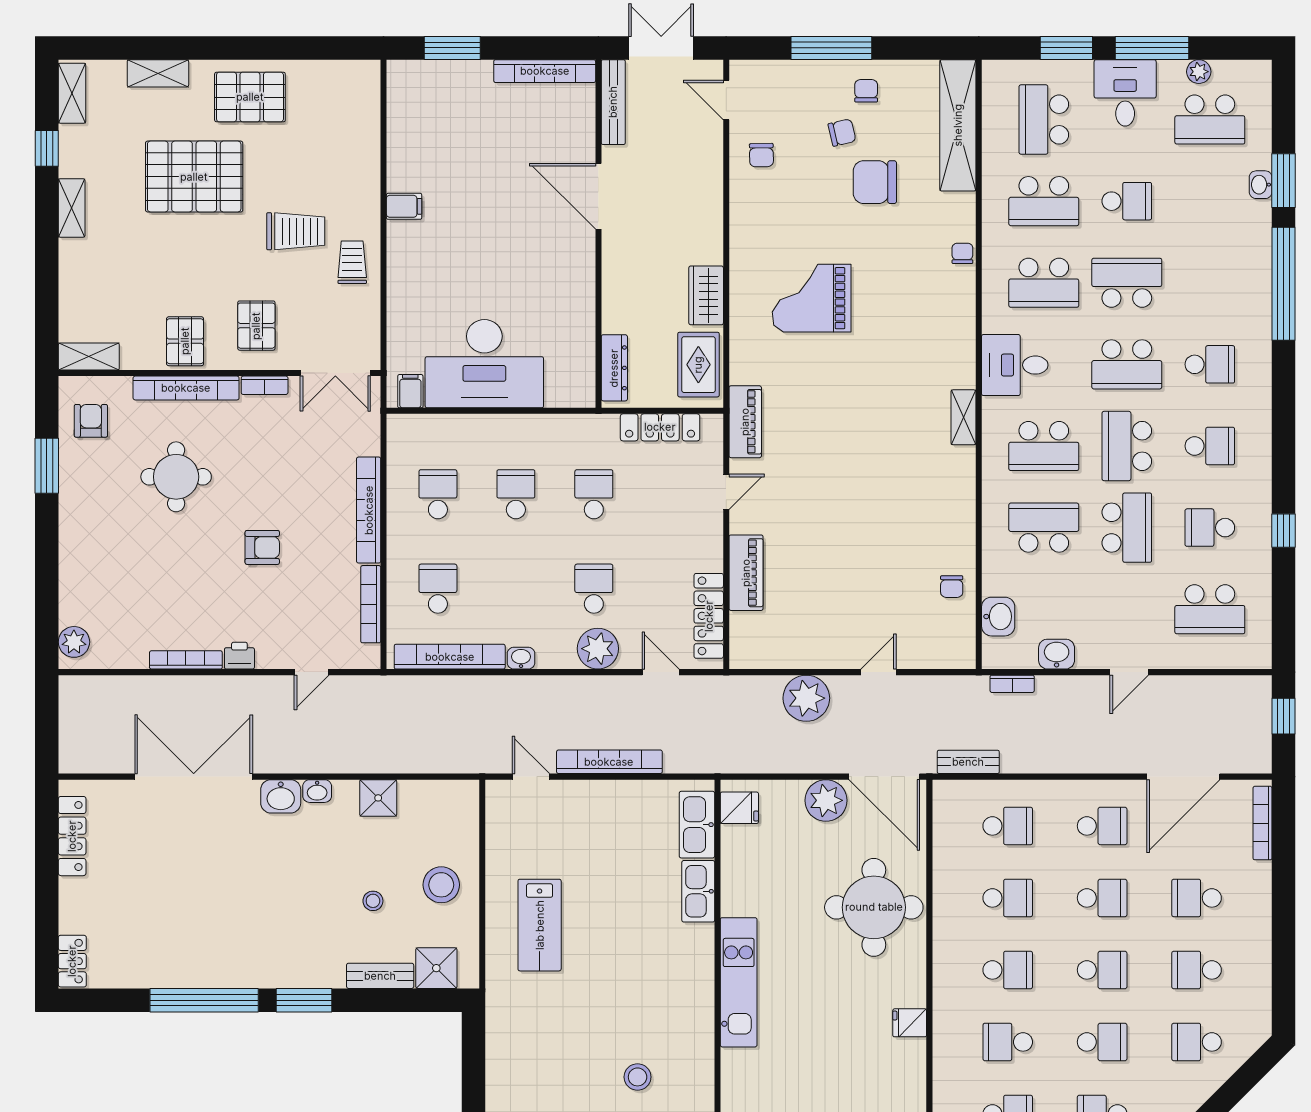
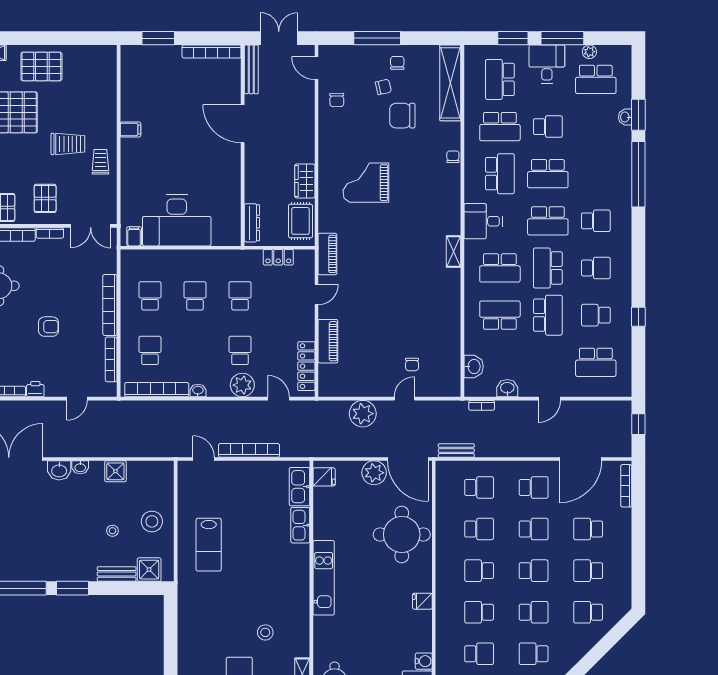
school desk: (1044, 283) -> (500, 174), turned -90
school desk: (1127, 283) -> (548, 174), turned 180
locker: (660, 427) -> (278, 257), width x0.66
chair: (952, 587) -> (412, 364), moved
school desk: (1008, 970) -> (479, 571), turned 180

